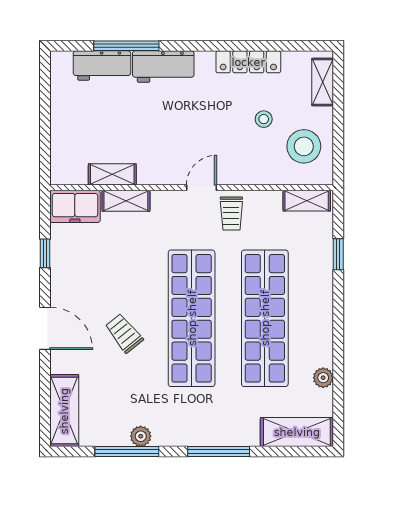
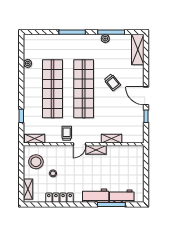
shelving: (112, 174) -> (96, 150), moved
freezer: (75, 206) -> (133, 136), removed
door: (45, 328) -> (146, 96), moved
shelving: (297, 432) -> (39, 40), removed

